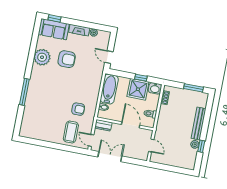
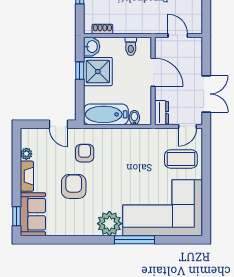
plant: (42, 57) -> (109, 224), moved
door: (109, 57) -> (58, 124), hinge flipped
armchair: (78, 109) -> (85, 153), moved
corner sofa: (42, 114) -> (163, 208), added
door: (131, 125) -> (153, 72), swing flipped
door: (151, 146) -> (178, 35), hinge flipped
double door: (110, 157) -> (206, 94), swing flipped

